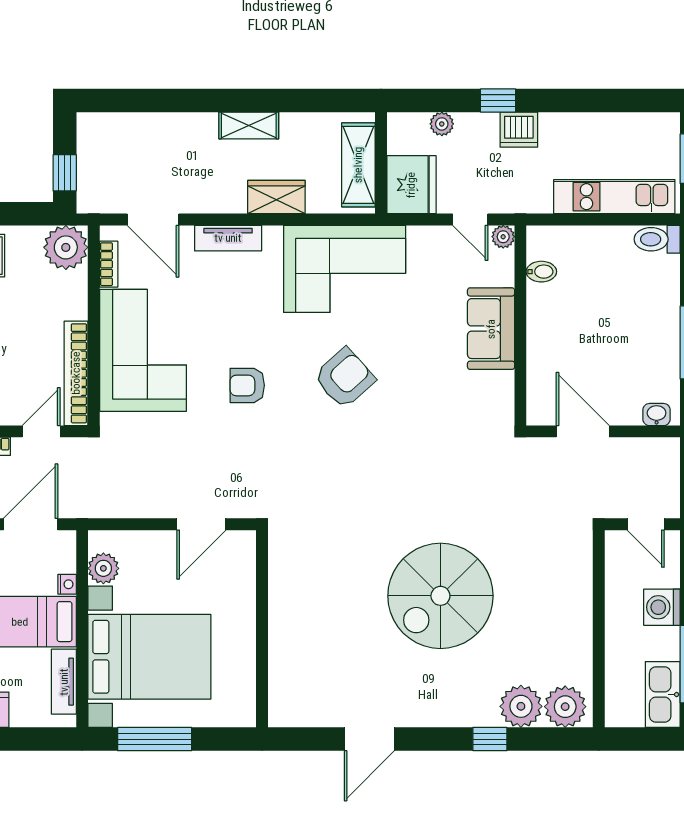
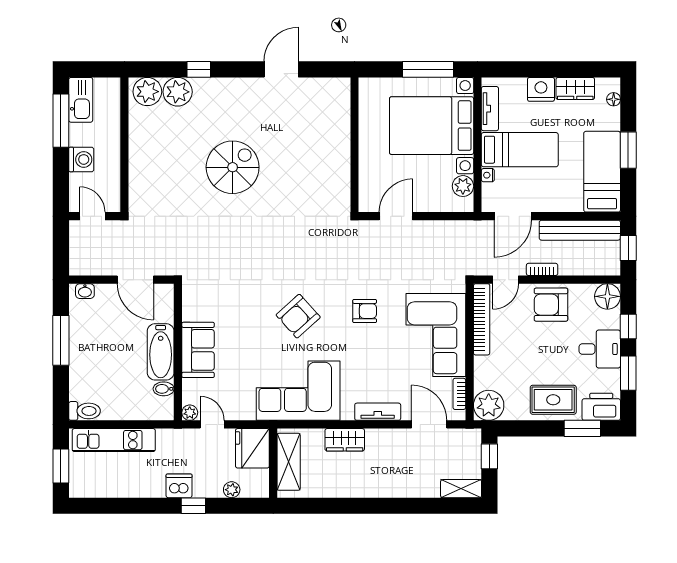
shelving: (249, 126) -> (461, 489), moved
bathtub: (546, 326) -> (161, 352), added
spiral stairs: (440, 596) -> (233, 167), width x0.73, depth x0.73

